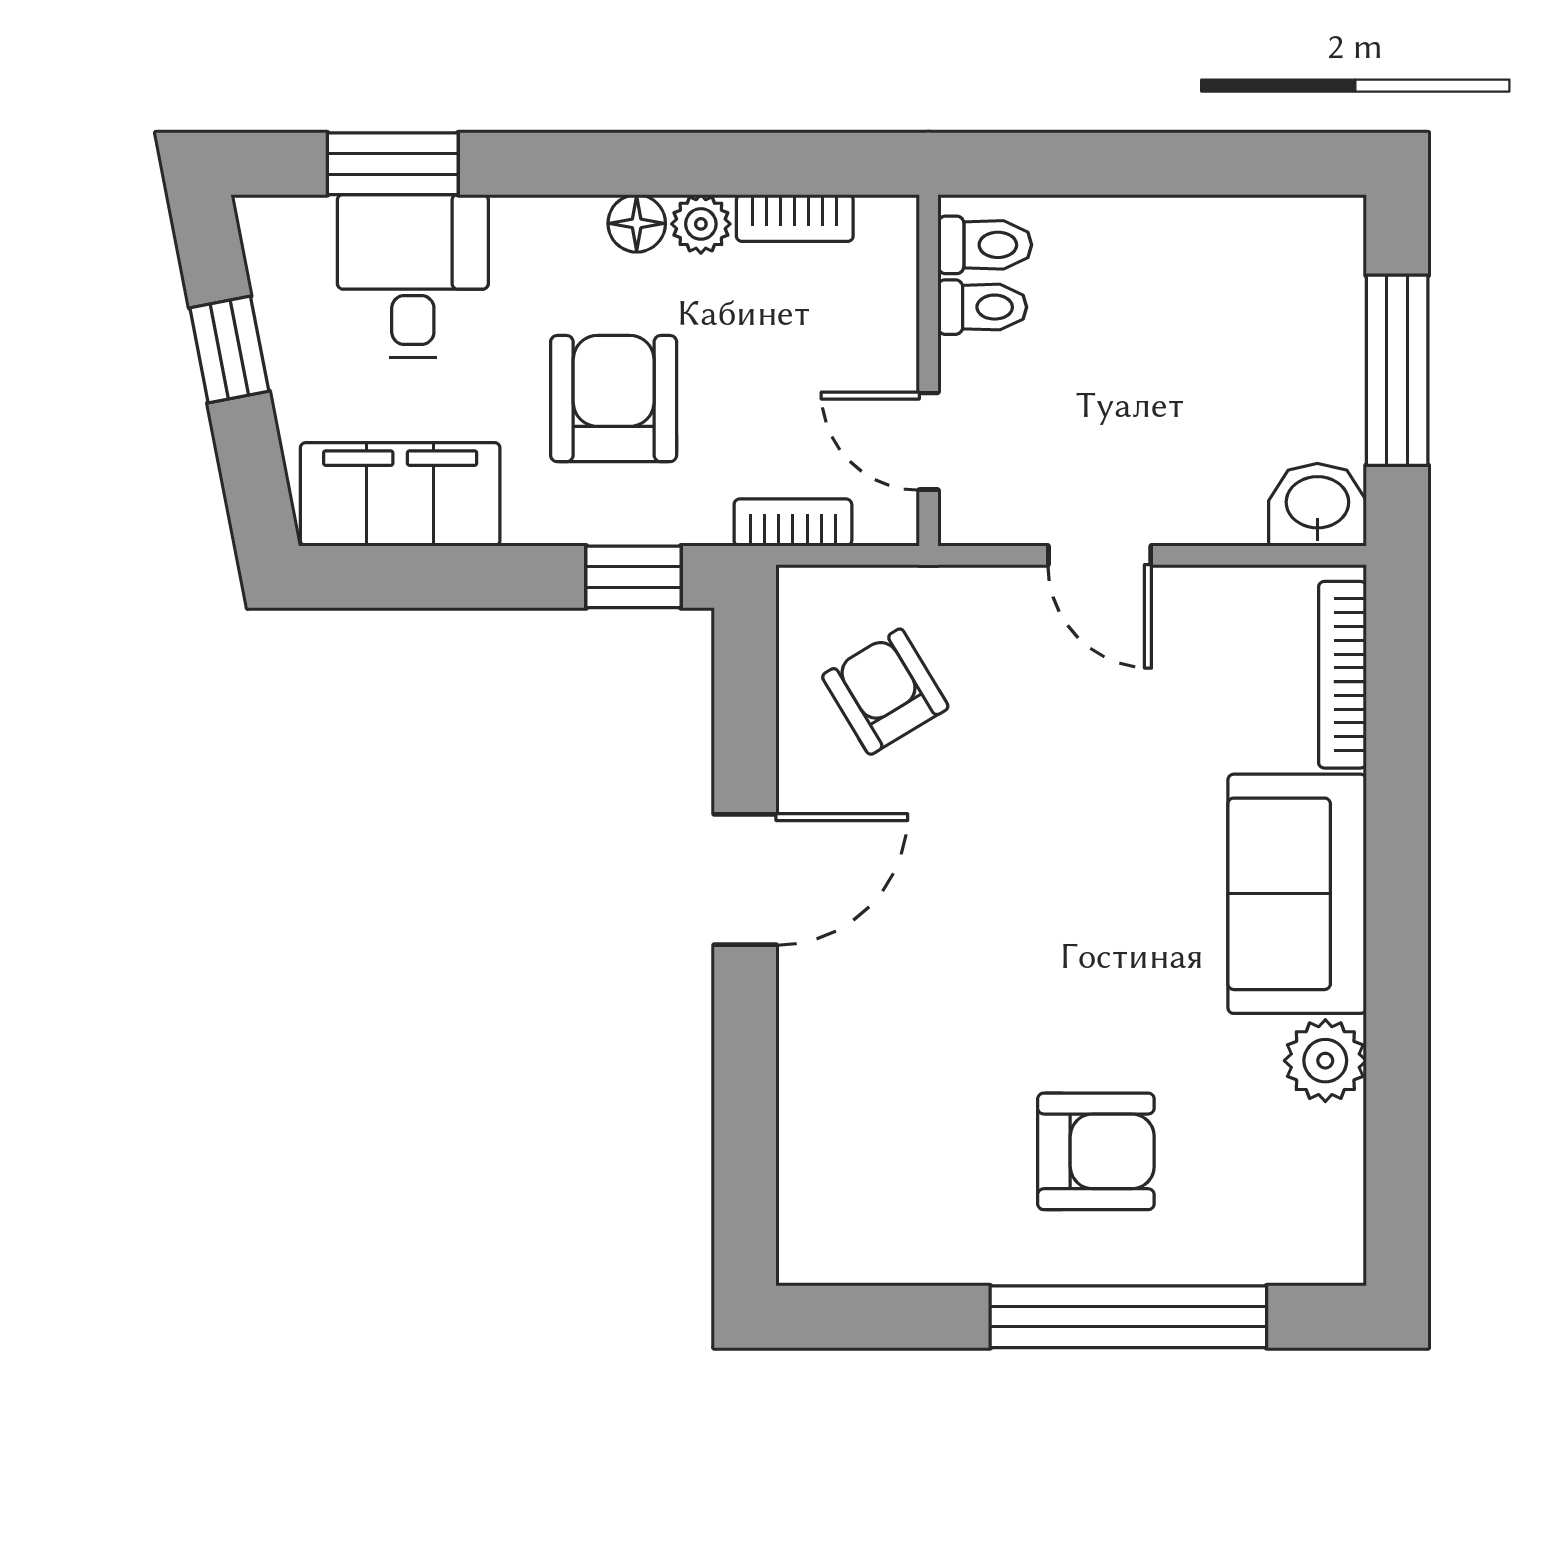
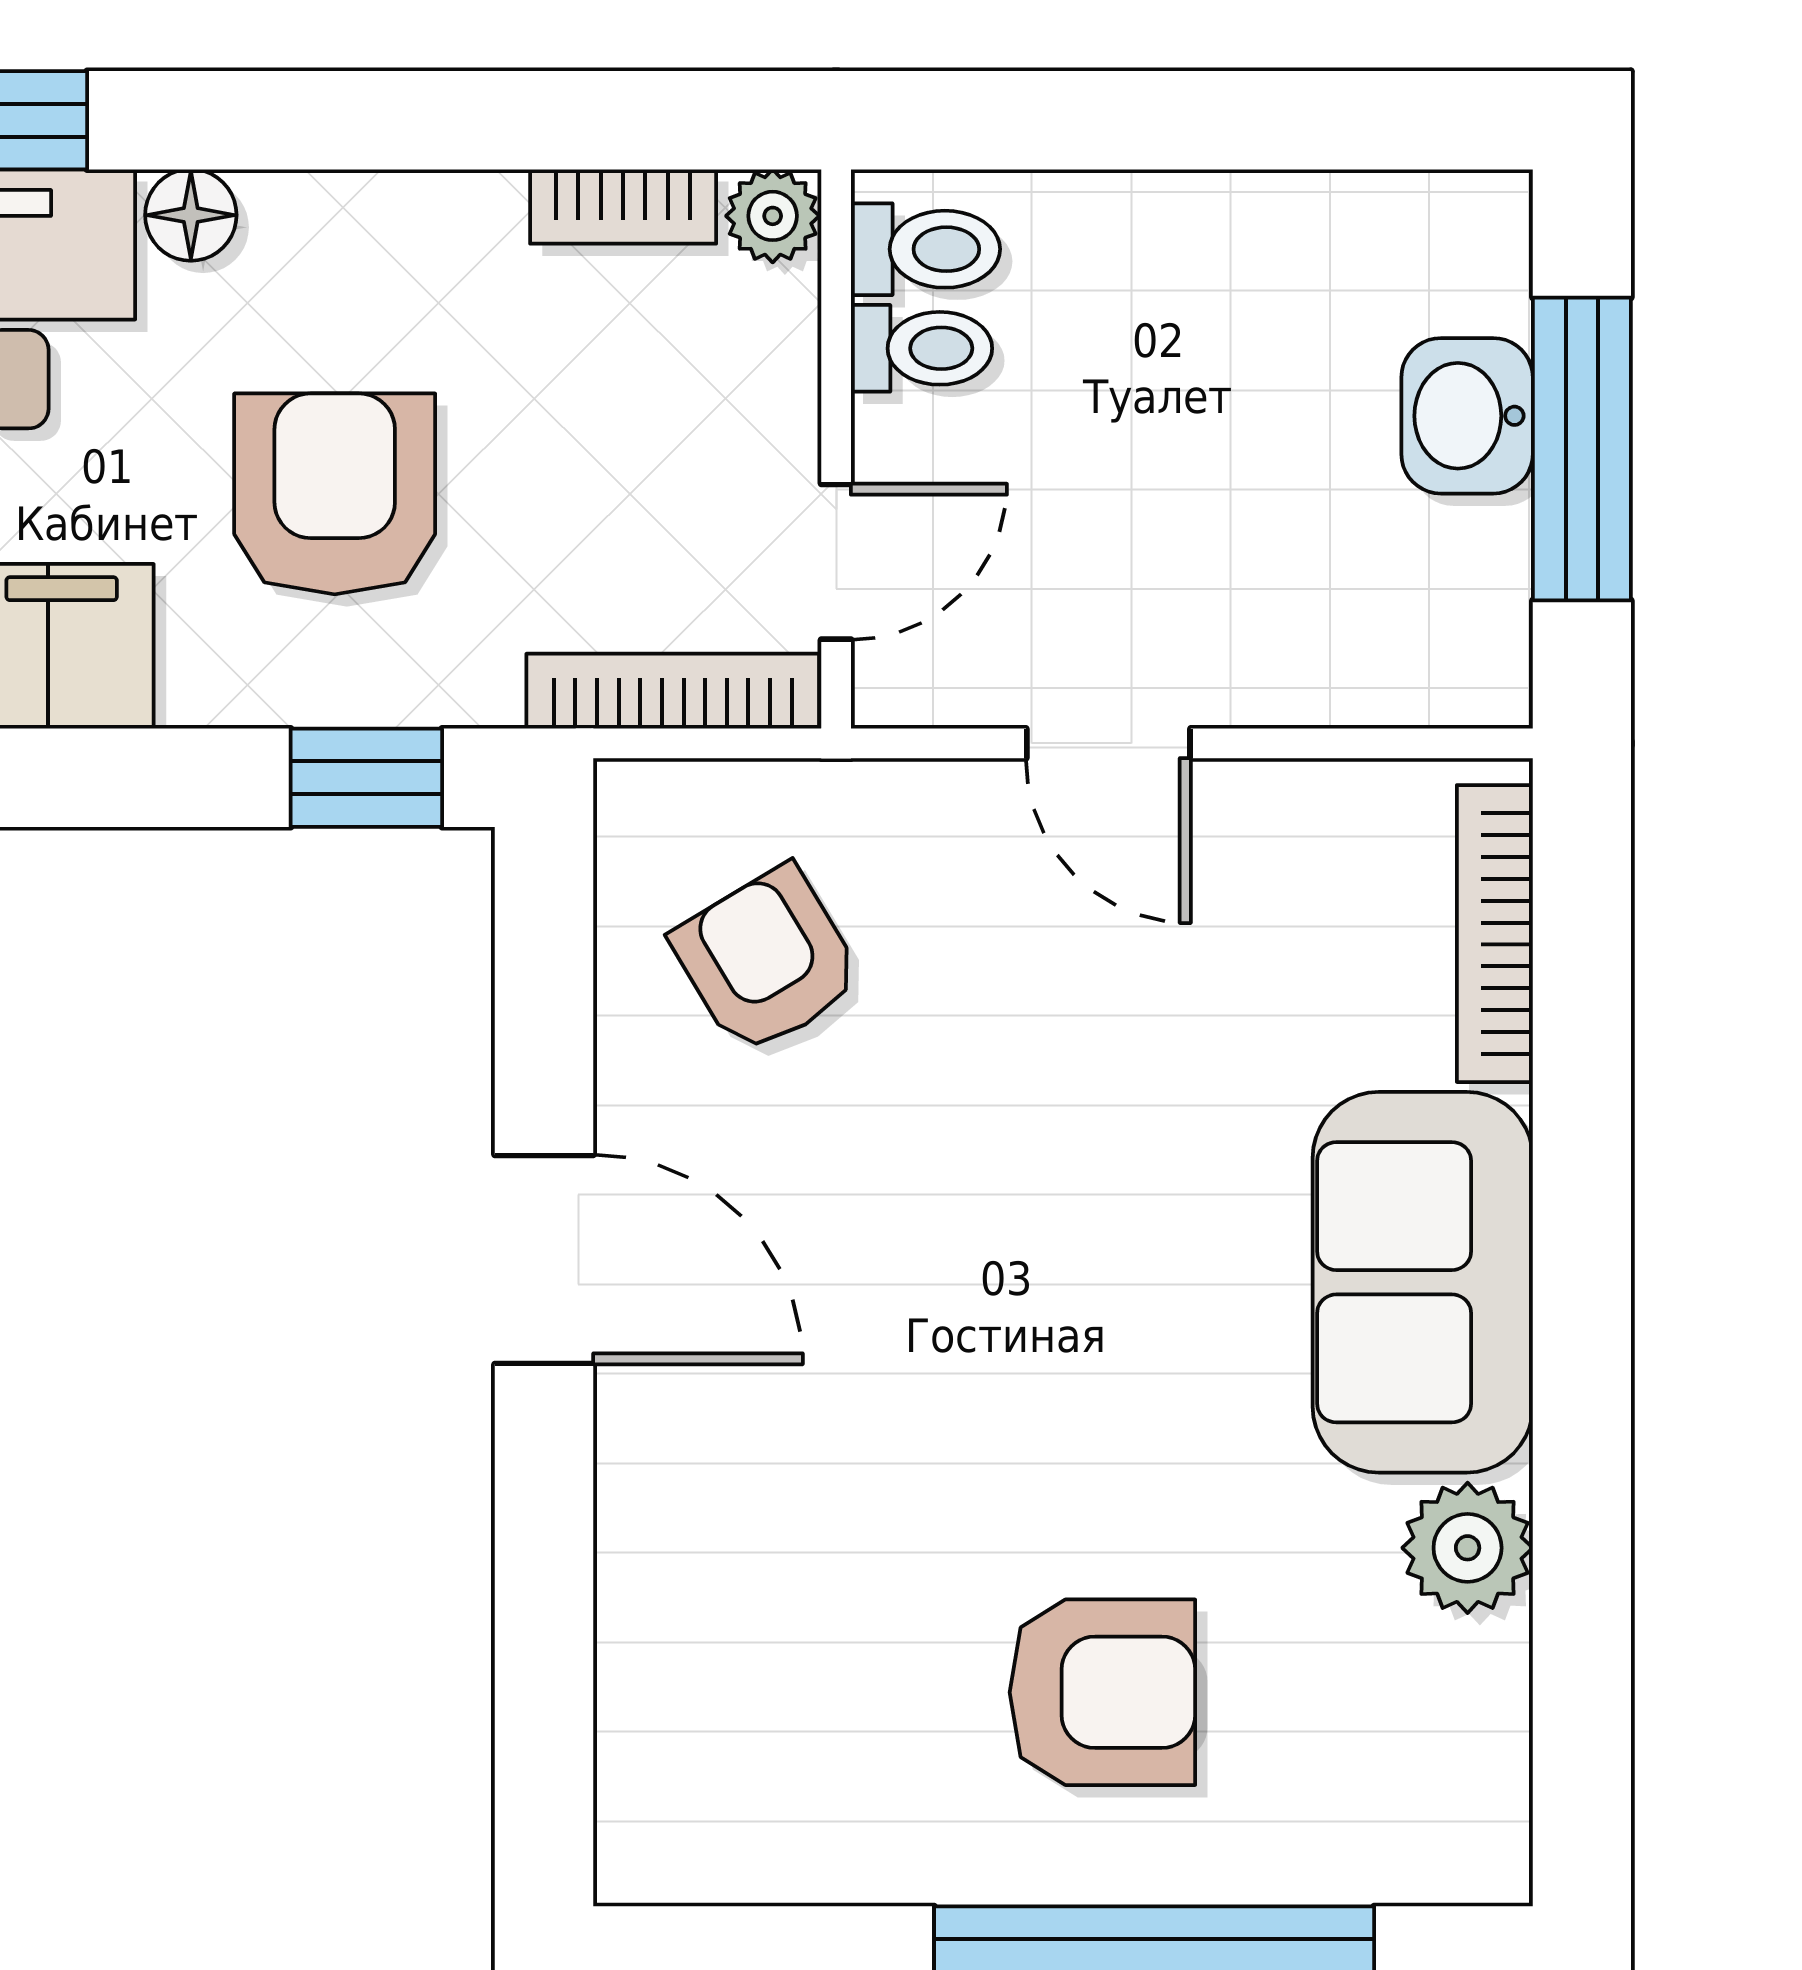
floor lamp: (637, 223) -> (191, 215), moved
plant: (701, 224) -> (773, 216), moved
door: (929, 441) -> (836, 562), swing flipped
washbasin: (1317, 505) -> (1467, 416), moved, turned -90
bookcase: (793, 522) -> (673, 691), width x1.56
door: (745, 880) -> (544, 1259), hinge flipped

